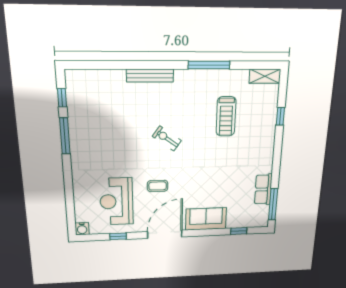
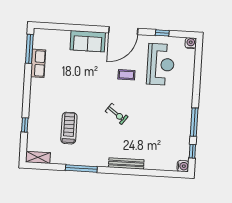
water cooler: (73, 77) -> (183, 166), added
window: (239, 231) -> (59, 27), removed

